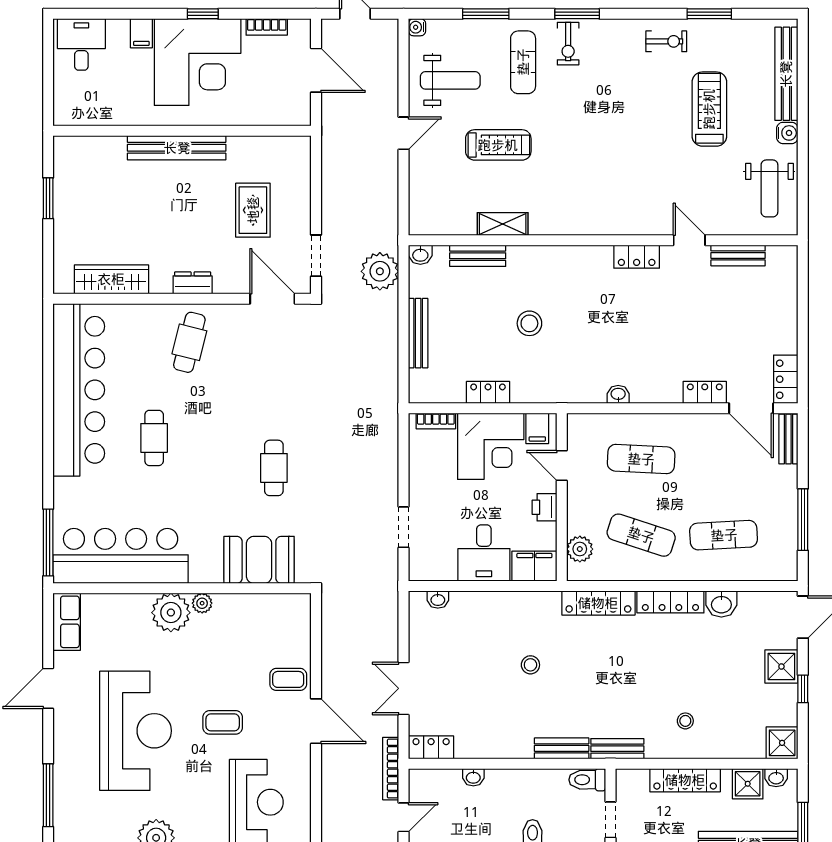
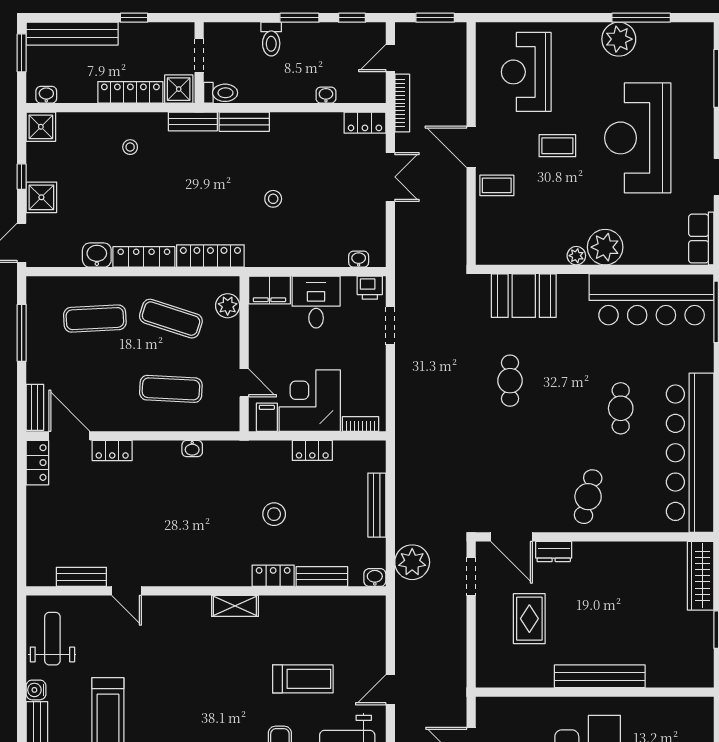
treadmill: (498, 145) -> (303, 679), turned 180
shelving: (503, 224) -> (235, 606), moved
locker: (637, 257) -> (273, 576), moved
wardrobe: (111, 279) -> (701, 576), moved, turned 90
dresser: (193, 283) -> (554, 552), moved
printer: (545, 507) -> (370, 288), moved, turned 90
shower: (748, 784) -> (179, 89), moved

